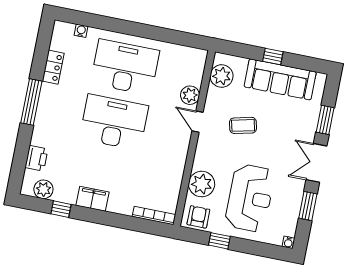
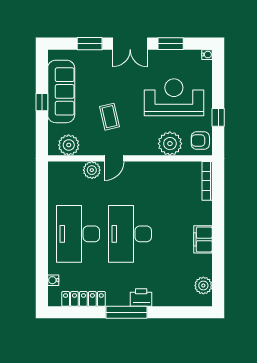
locker: (53, 67) -> (83, 299), width x1.53
printer: (36, 158) -> (141, 298), moved
window: (61, 209) -> (218, 266), removed

